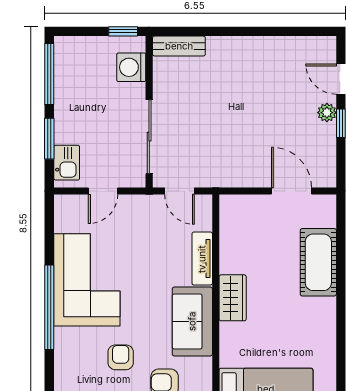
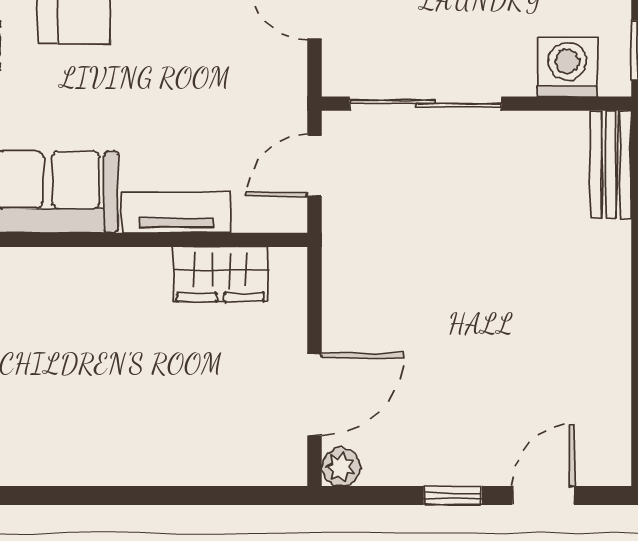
plant: (327, 113) -> (341, 467), moved
cot: (318, 262) -> (169, 449), removed
wardrobe: (233, 298) -> (220, 274), moved

